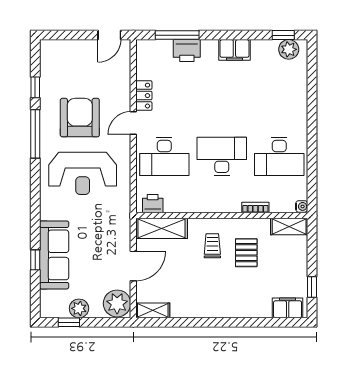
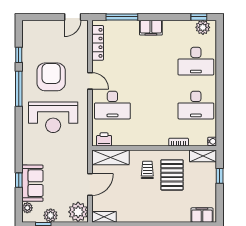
filing cabinet: (234, 50) -> (151, 28), moved
printer: (187, 51) -> (129, 28), removed
locker: (144, 96) -> (98, 43), moved, width x1.53
door: (133, 123) -> (90, 81), swing flipped
desk: (222, 156) -> (196, 61), moved, turned 180
pallet: (246, 253) -> (172, 175), width x1.50, depth x1.42
sofa: (54, 255) -> (32, 183), width x0.73
window: (312, 287) -> (220, 176), moved
plant: (47, 298) -> (27, 208), added

